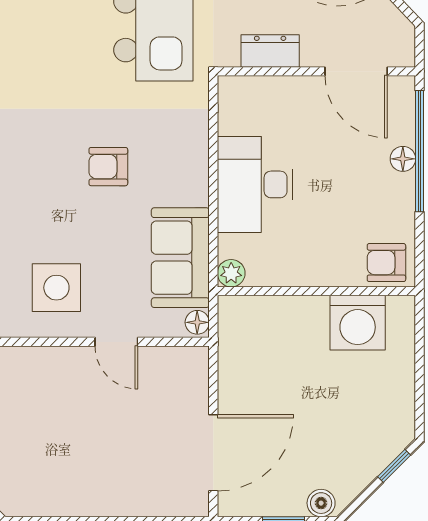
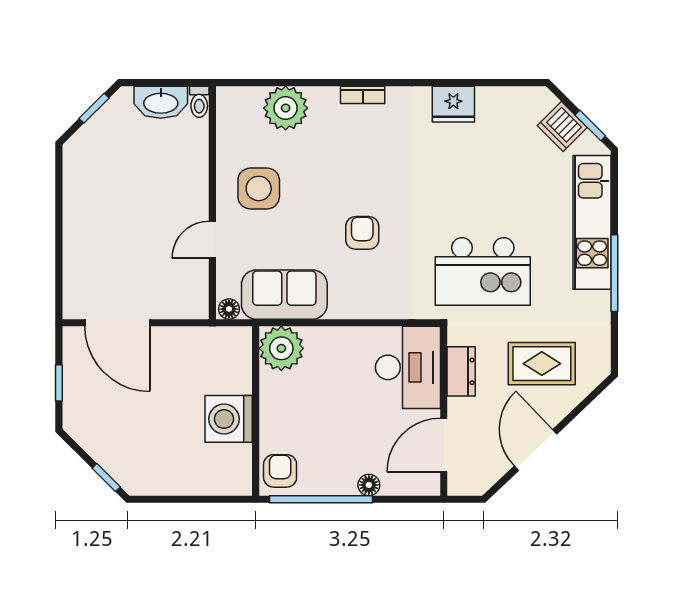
window: (420, 151) -> (321, 499), moved
desk: (255, 184) -> (408, 367), moved, turned 90
plant: (231, 273) -> (281, 348), width x1.88, depth x1.88
washing machine: (358, 323) -> (229, 419), moved
boiler: (321, 503) -> (74, 415), removed

